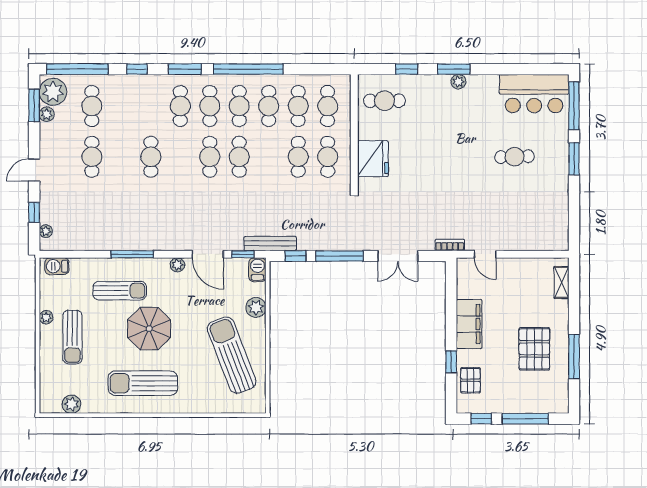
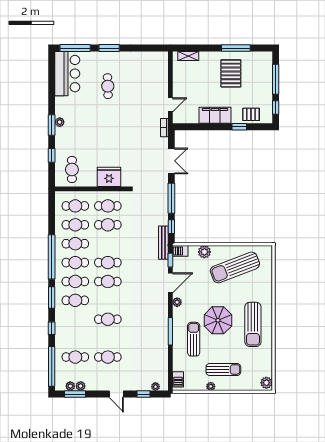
plant: (53, 92) -> (70, 386), width x0.53, depth x0.53
pallet: (534, 349) -> (231, 73), turned 90
plant: (72, 404) -> (266, 383), moved

